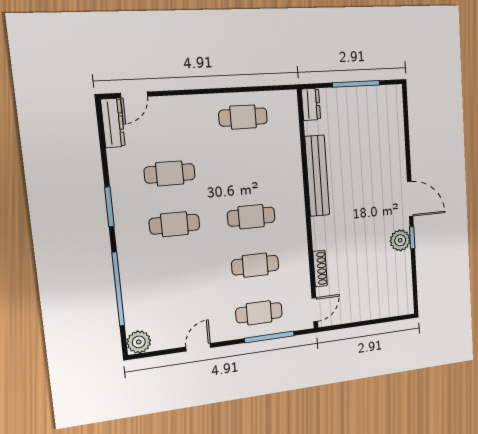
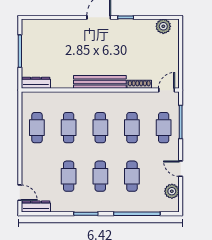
dresser: (311, 104) -> (36, 83), width x1.44
cafe table: (247, 167) -> (69, 128), added
bench: (317, 176) -> (100, 82), moved
plant: (400, 240) -> (163, 26), moved
cafe table: (179, 274) -> (132, 176), added
door: (315, 310) -> (167, 90), hinge flipped
plant: (139, 342) -> (172, 191), moved

